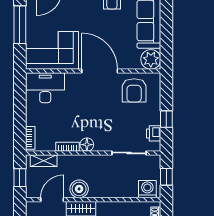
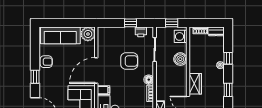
filing cabinet: (72, 81) -> (104, 90), added
armchair: (134, 90) -> (129, 61), moved
boiler: (79, 189) -> (180, 59), moved

